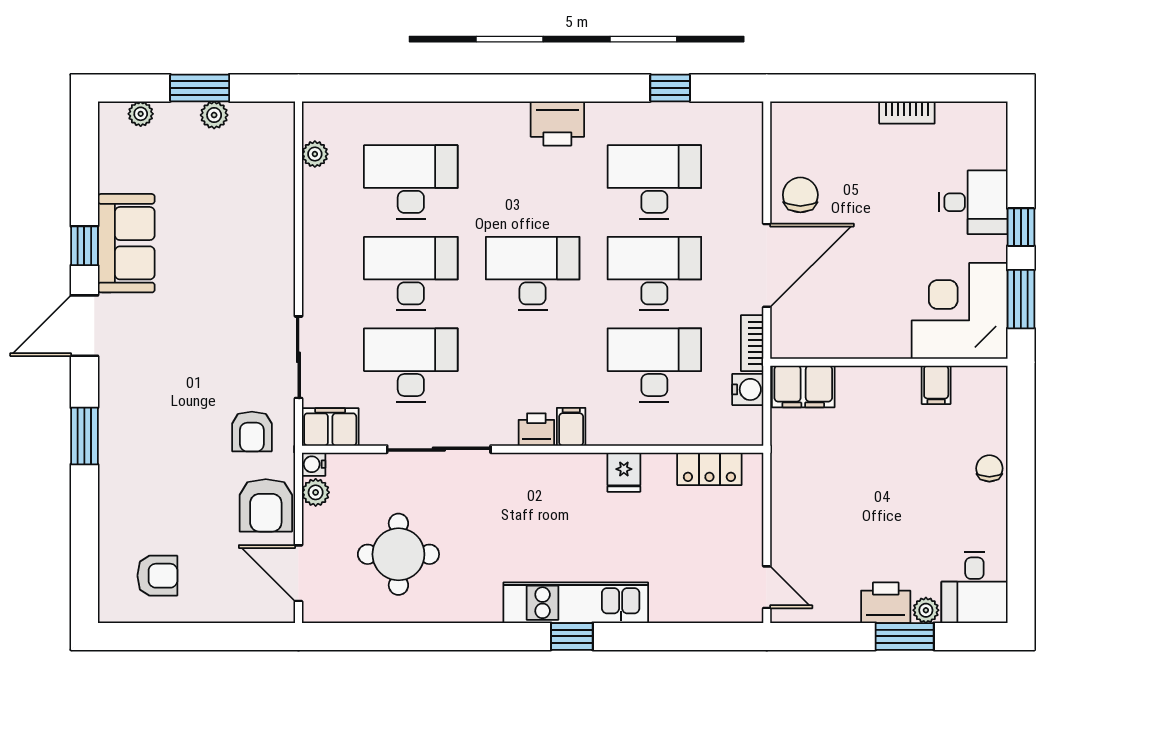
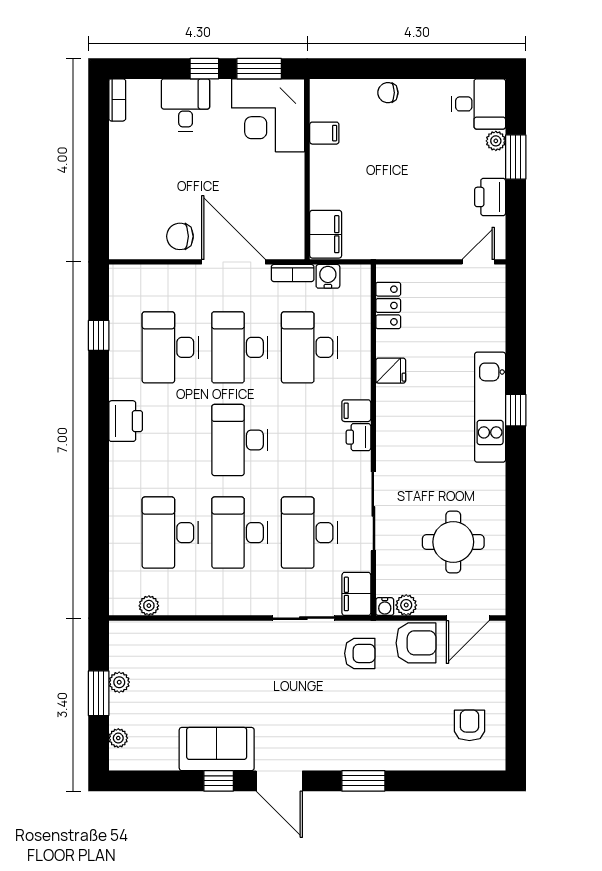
bookcase: (907, 112) -> (117, 100), moved
printer: (886, 603) -> (490, 197), moved

